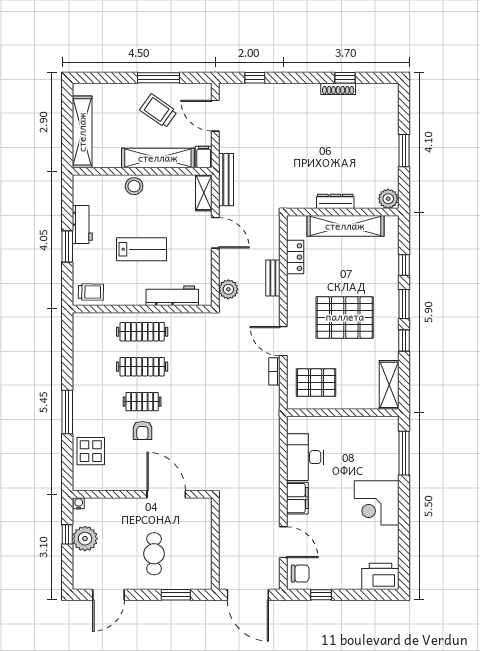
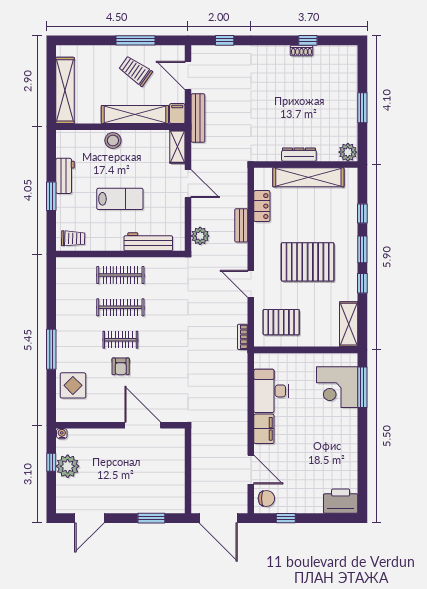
shoe rack: (338, 89) -> (302, 50), width x0.70
bench: (226, 180) -> (198, 118), moved
bookcase: (274, 371) -> (243, 337), moved
corner desk: (377, 503) -> (337, 387), moved
cafe table: (154, 554) -> (131, 480), removed

